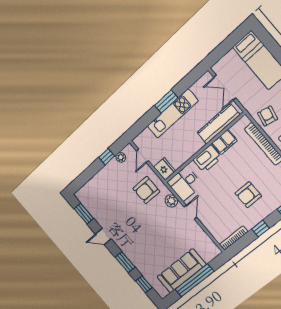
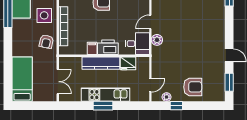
kitchen counter: (218, 124) -> (101, 63), moved
filing cabinet: (224, 142) -> (92, 48), width x0.50
fridge: (165, 169) -> (128, 63), moved, turned -90
armchair: (146, 190) -> (193, 87), moved
window: (125, 262) -> (229, 25), removed

